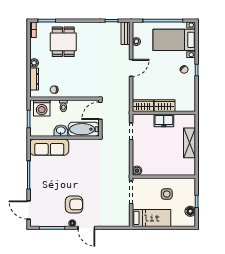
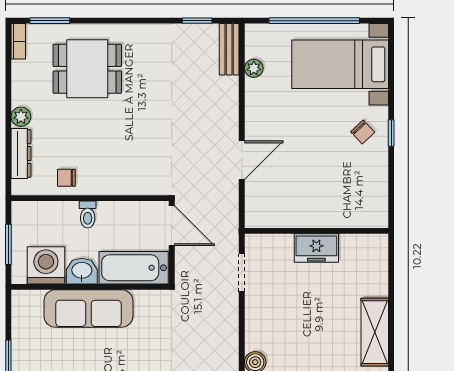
dining table: (63, 42) -> (87, 69), turned 90
door: (131, 68) -> (242, 160), moved
wardrobe: (143, 106) -> (269, 214), removed
wardrobe: (165, 106) -> (318, 214), removed
washing machine: (42, 108) -> (46, 265), moved, turned 180
door: (100, 111) -> (172, 226), swing flipped
shelving: (189, 143) -> (375, 332), moved
sofa: (49, 147) -> (88, 308), moved

